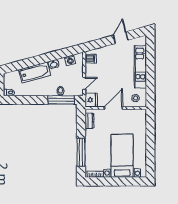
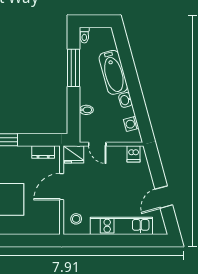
door: (121, 38) -> (164, 197), swing flipped
window: (61, 100) -> (73, 68), moved
door: (113, 108) -> (62, 187), swing flipped

